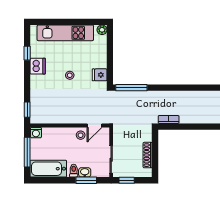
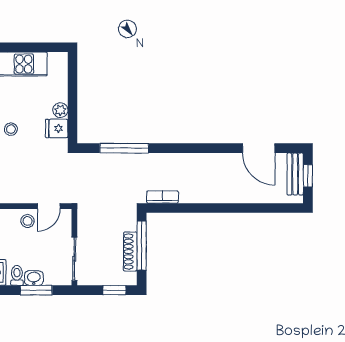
plant: (102, 30) -> (60, 110), moved
window: (131, 88) -> (124, 148), moved
window: (155, 151) -> (142, 246), added
window: (127, 180) -> (114, 290), moved

